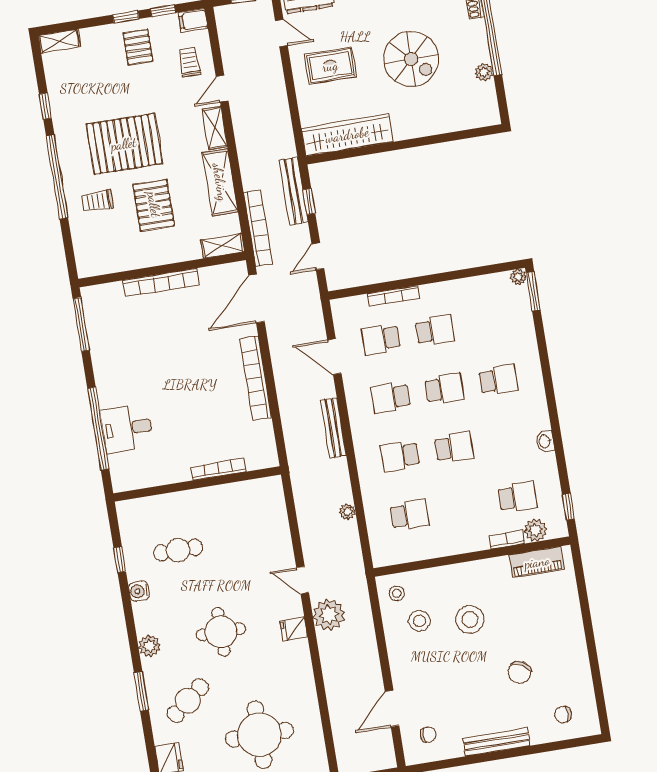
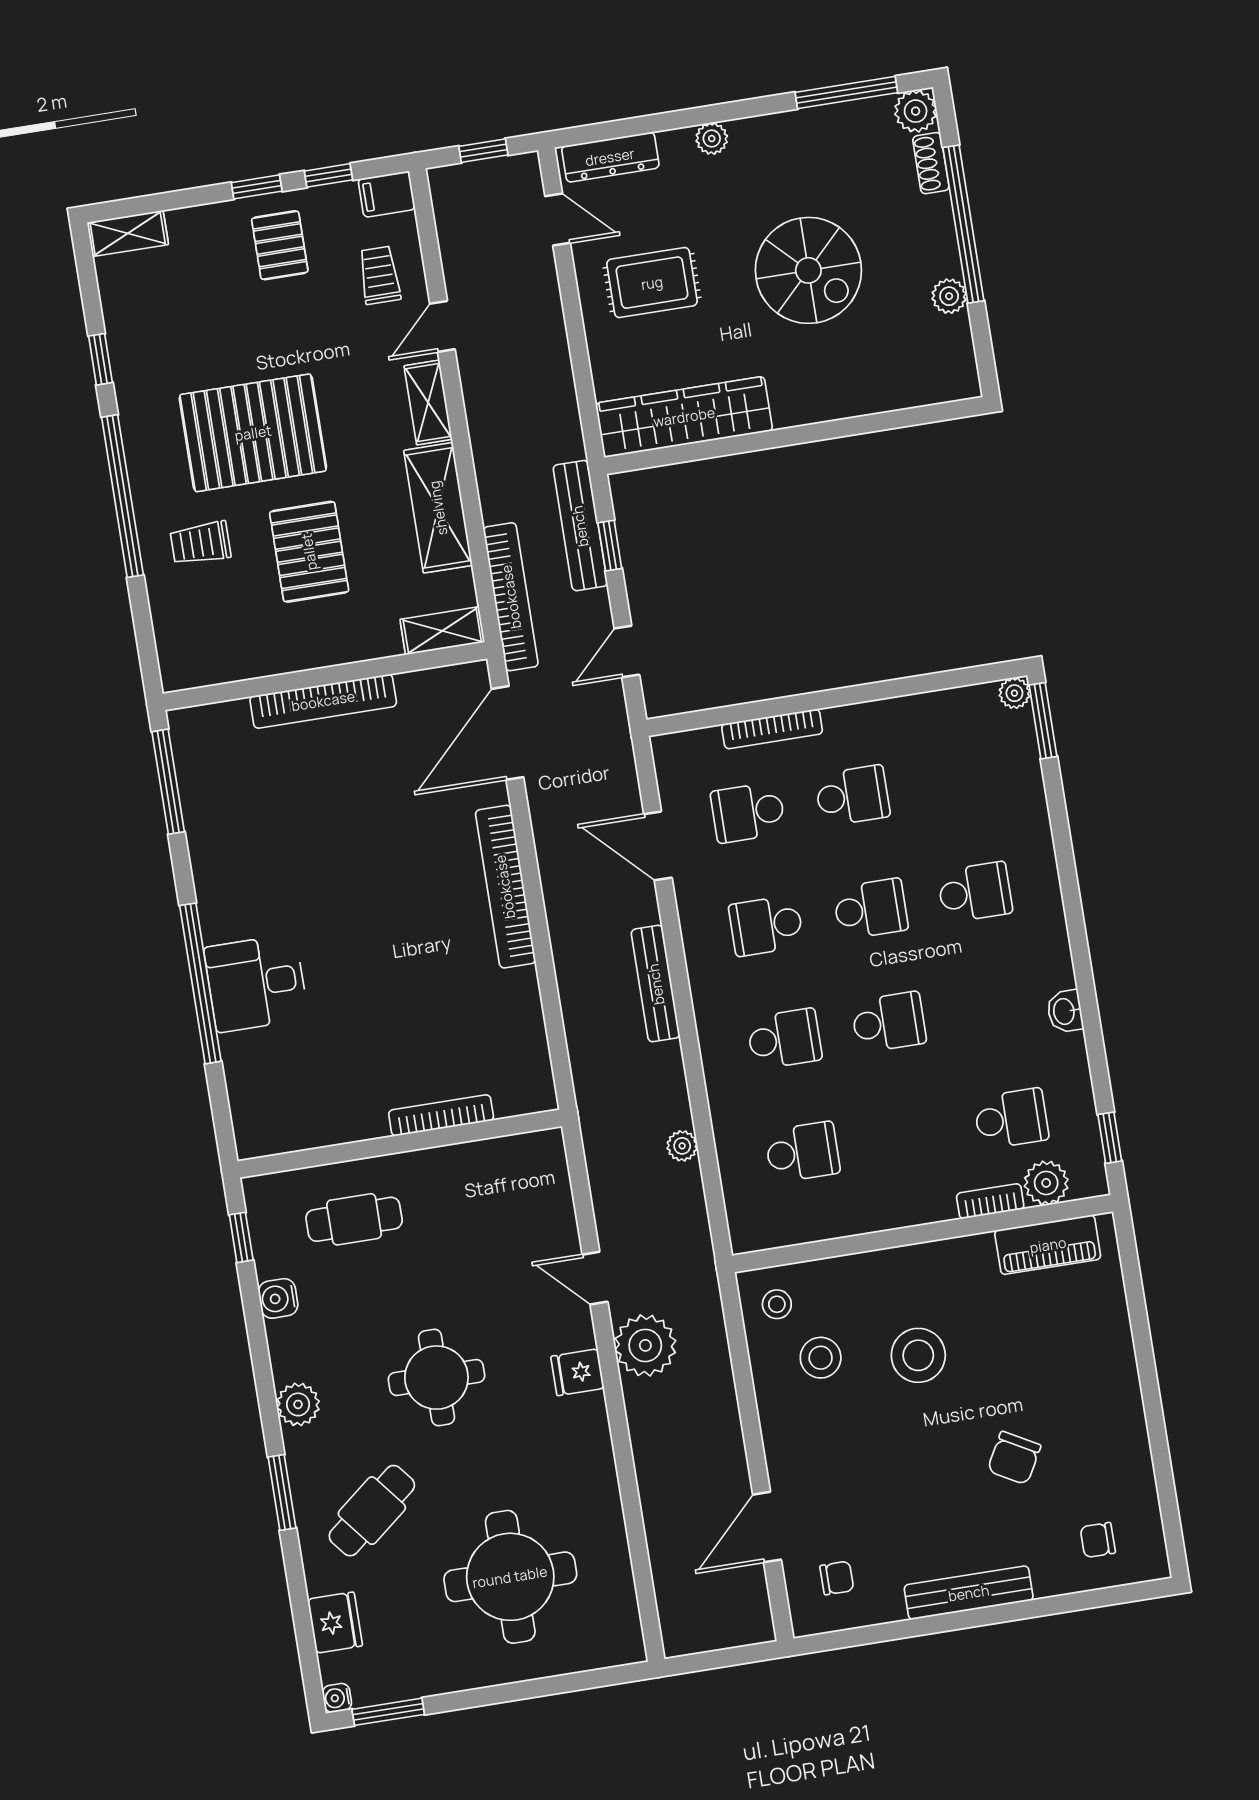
school desk: (400, 456) -> (784, 1039), turned 180
bookcase: (218, 469) -> (441, 1115), moved
wall: (197, 484) -> (400, 1144), moved

